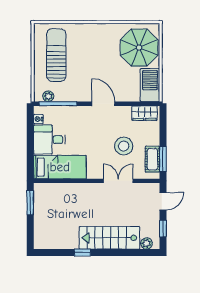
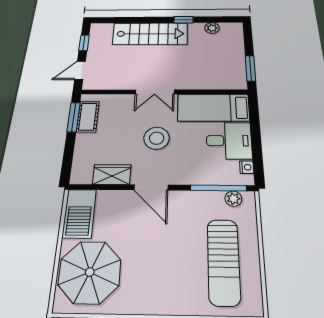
wardrobe: (145, 113) -> (112, 174), moved
stool: (124, 146) -> (157, 138), moved
double door: (118, 181) -> (155, 92), moved
plant: (147, 243) -> (212, 28), moved

